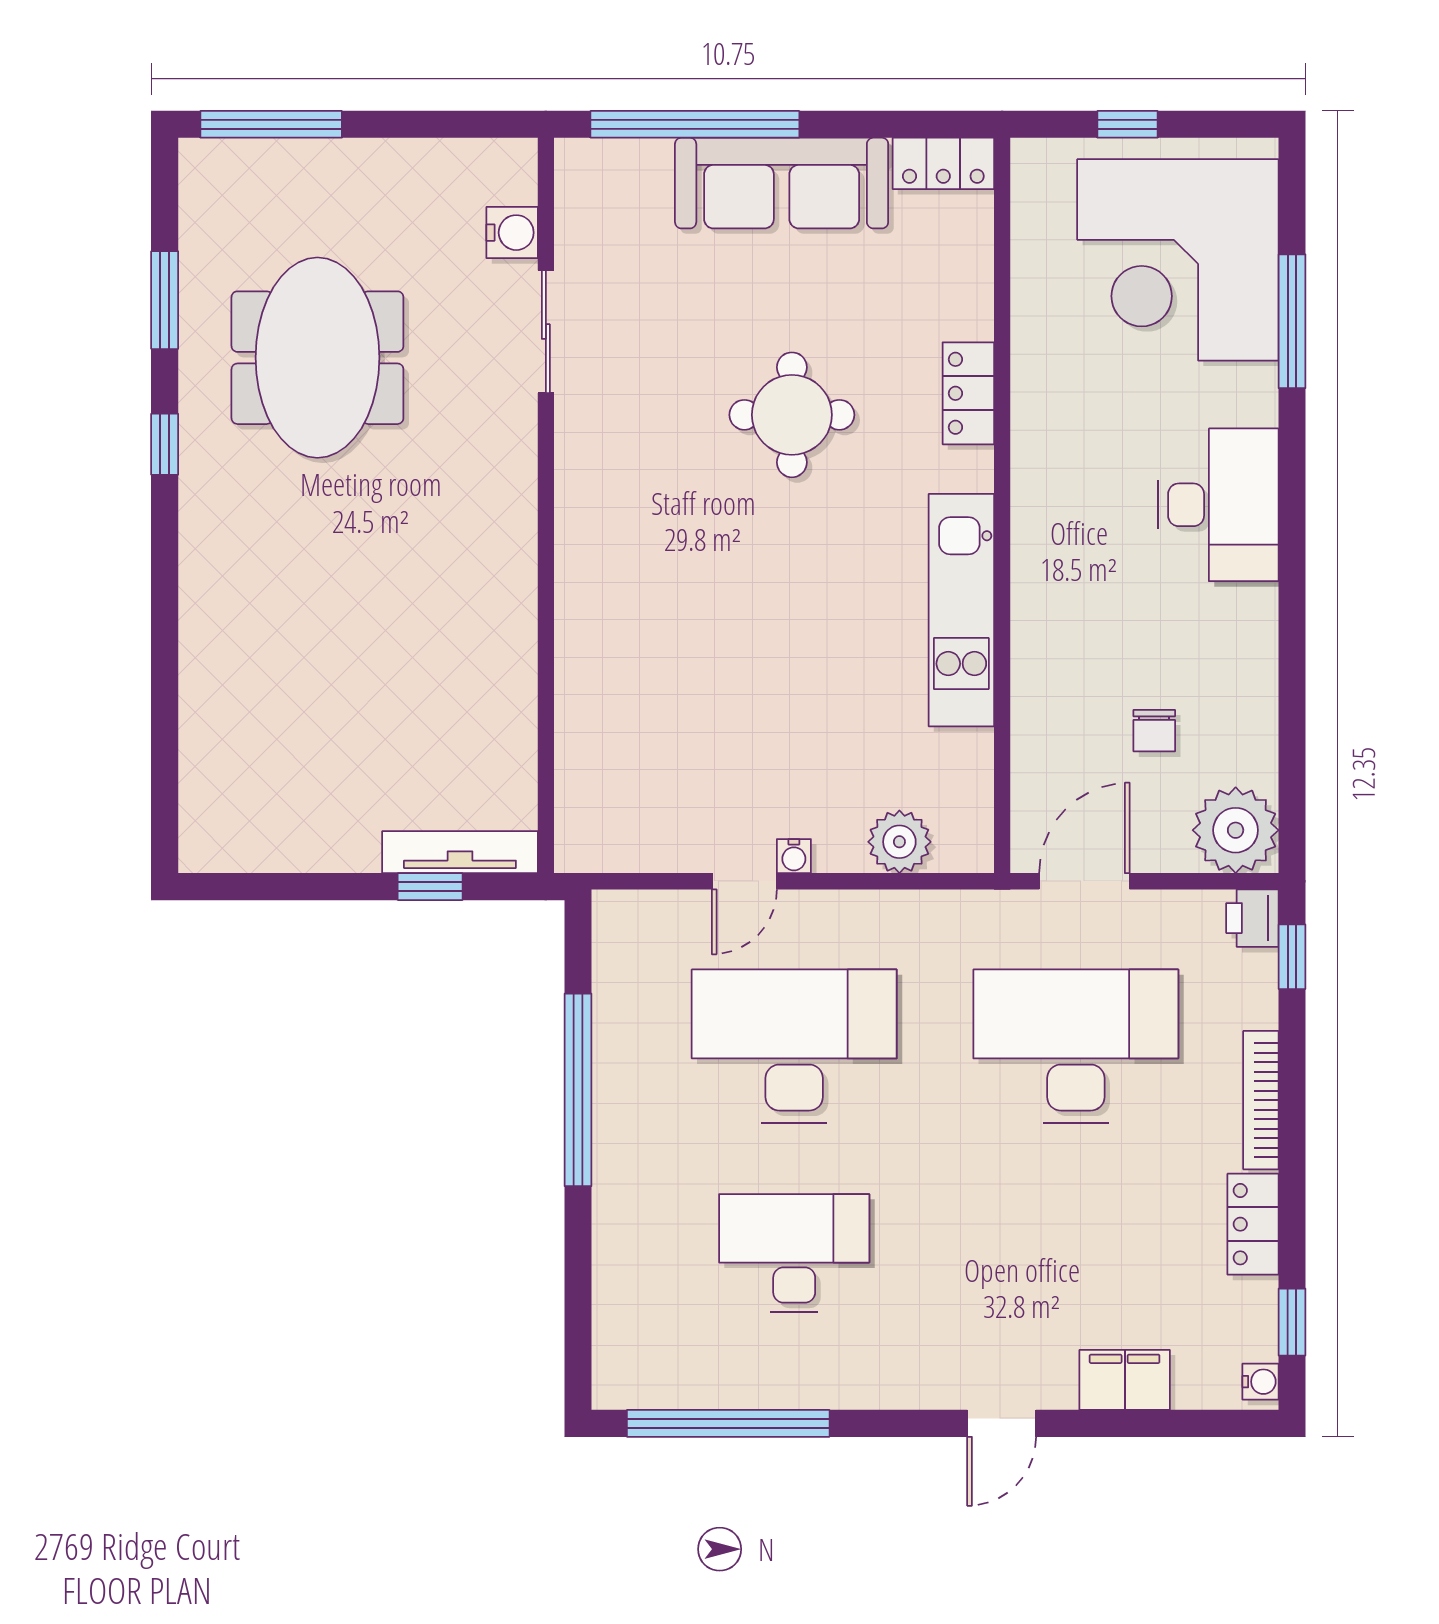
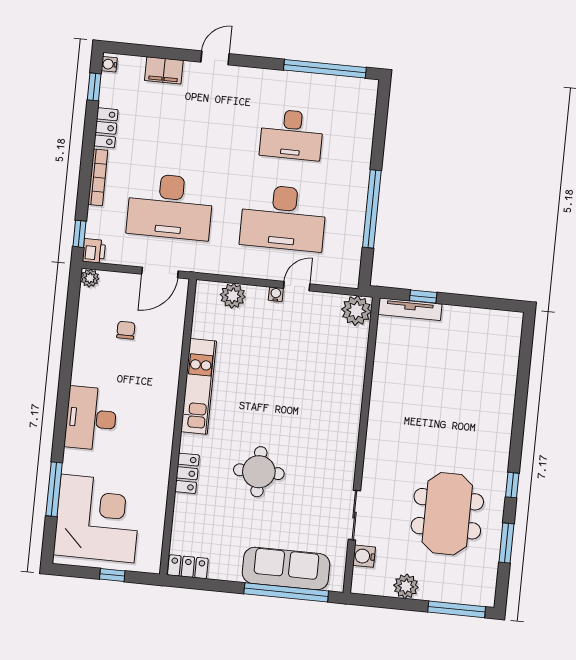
plant: (401, 169) -> (406, 586), added
sofa: (782, 183) -> (286, 569), moved
plant: (1236, 830) -> (90, 278), width x0.53, depth x0.53
plant: (591, 836) -> (356, 311), added

